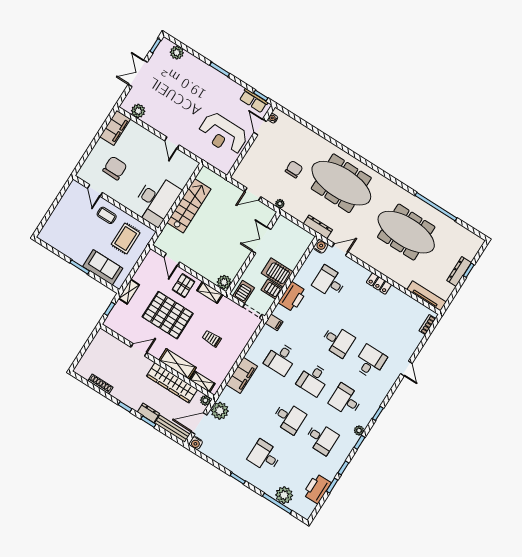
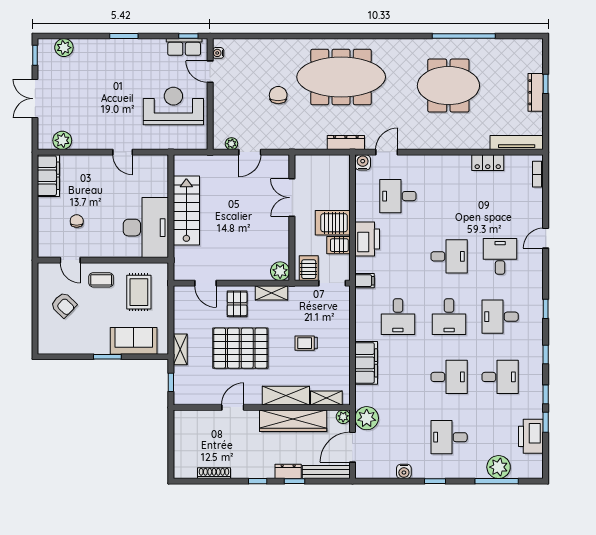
reception desk: (223, 134) -> (173, 106), turned 180
chair: (115, 168) -> (77, 221), width x0.54, depth x0.54
plant: (280, 204) -> (231, 144), moved
armchair: (73, 216) -> (64, 305), added
meeting table: (406, 232) -> (448, 86), width x0.73
locker: (379, 284) -> (488, 163), moved
door: (406, 368) -> (546, 238), swing flipped
plant: (359, 430) -> (537, 341), removed
water cooler: (196, 443) -> (404, 471), moved

